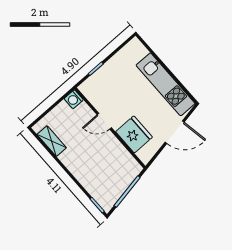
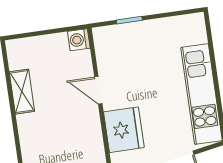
shelving: (52, 141) -> (22, 92), moved

